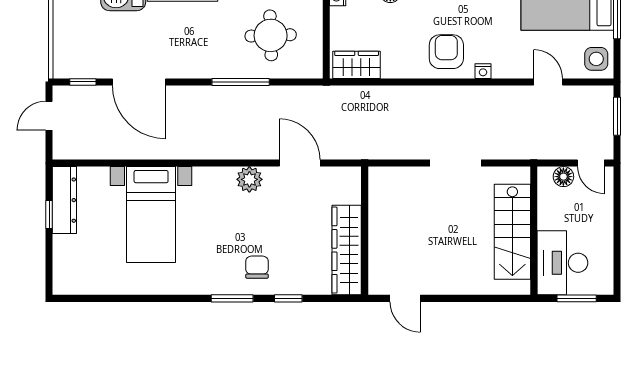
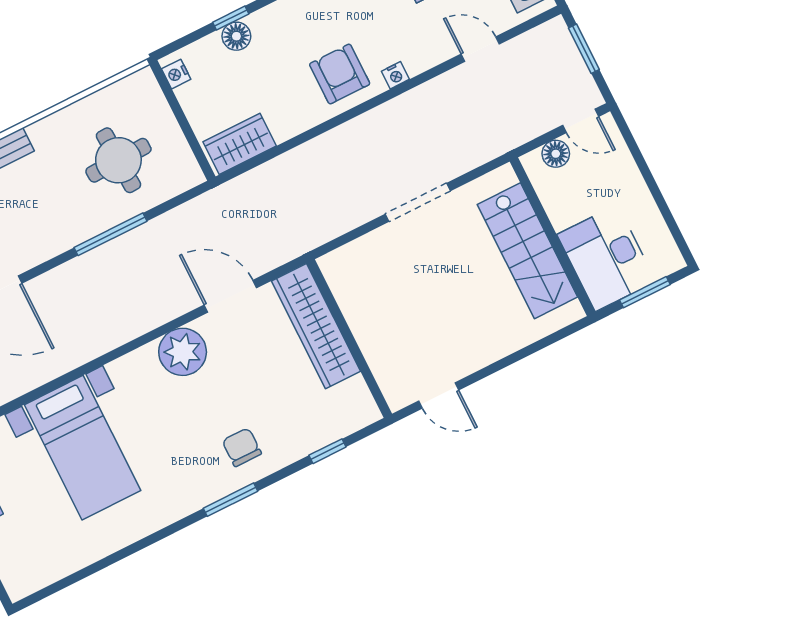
plant: (249, 179) -> (183, 352), width x1.36, depth x1.36
wardrobe: (347, 250) -> (316, 326), moved
window: (288, 298) -> (327, 451), moved

